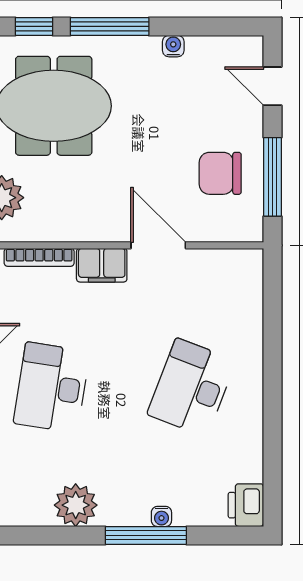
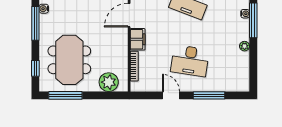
window: (110, 26) -> (35, 23), moved
plant: (76, 505) -> (245, 46), width x0.53, depth x0.53

